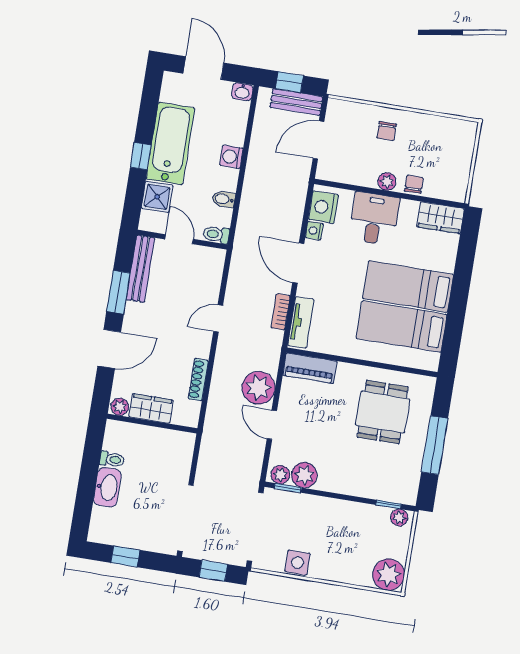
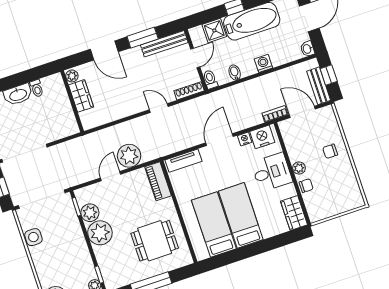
bookcase: (281, 312) -> (275, 114), moved
shoe rack: (198, 380) -> (189, 91), moved
plant: (280, 475) -> (100, 233), moved, width x1.88, depth x1.88

